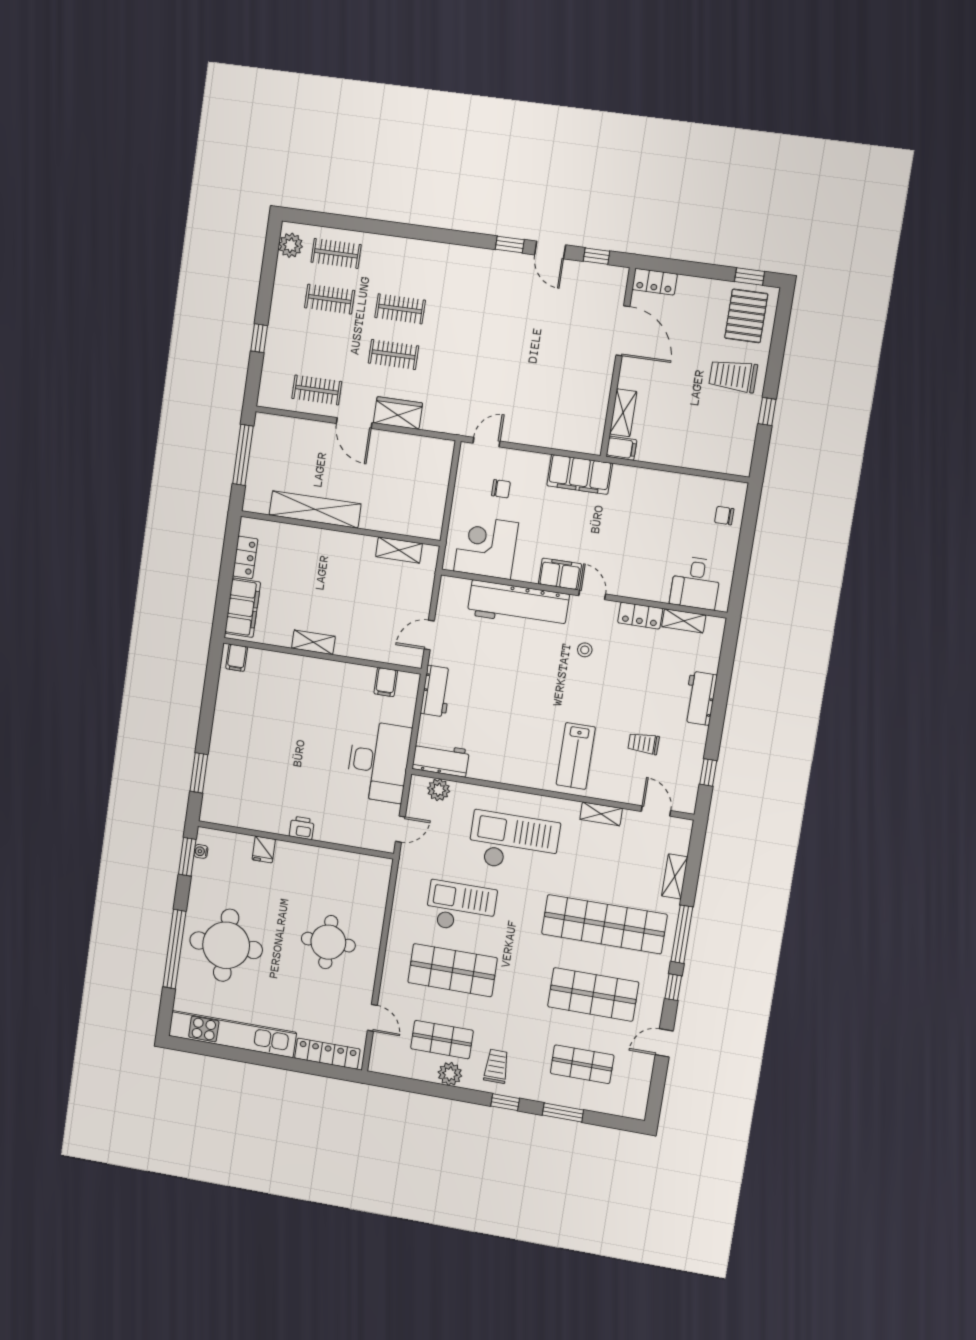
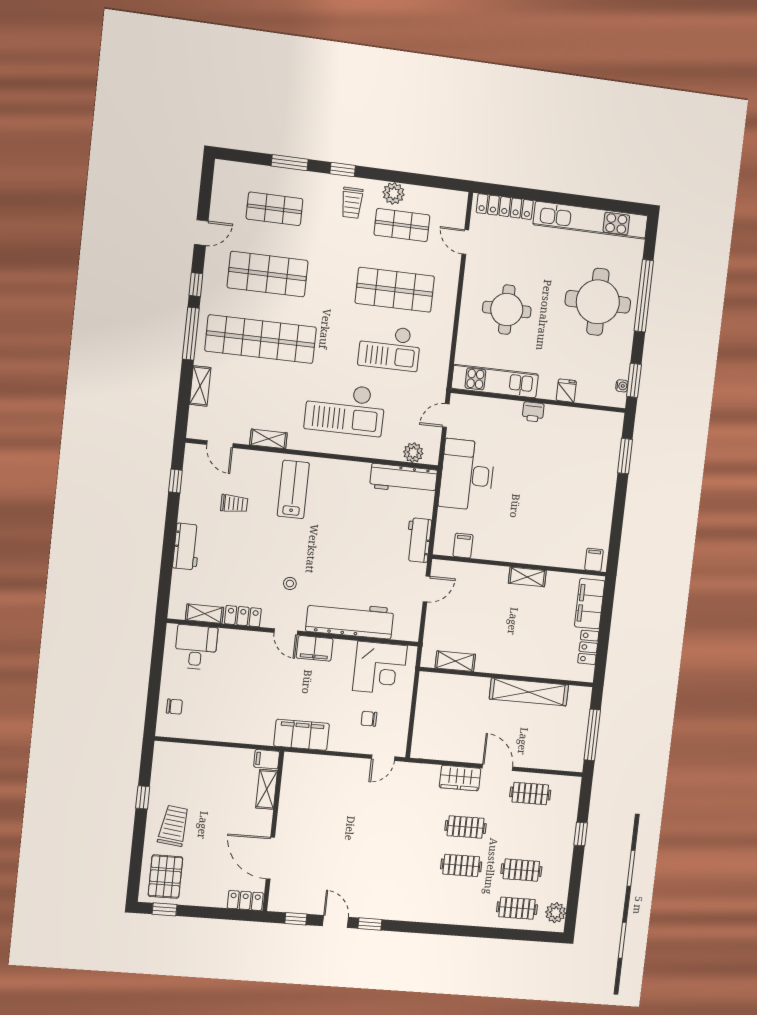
trolley: (733, 376) -> (174, 826), turned -83
workbench: (441, 759) -> (403, 479), width x1.38
kitchen unit: (344, 864) -> (495, 381), added

